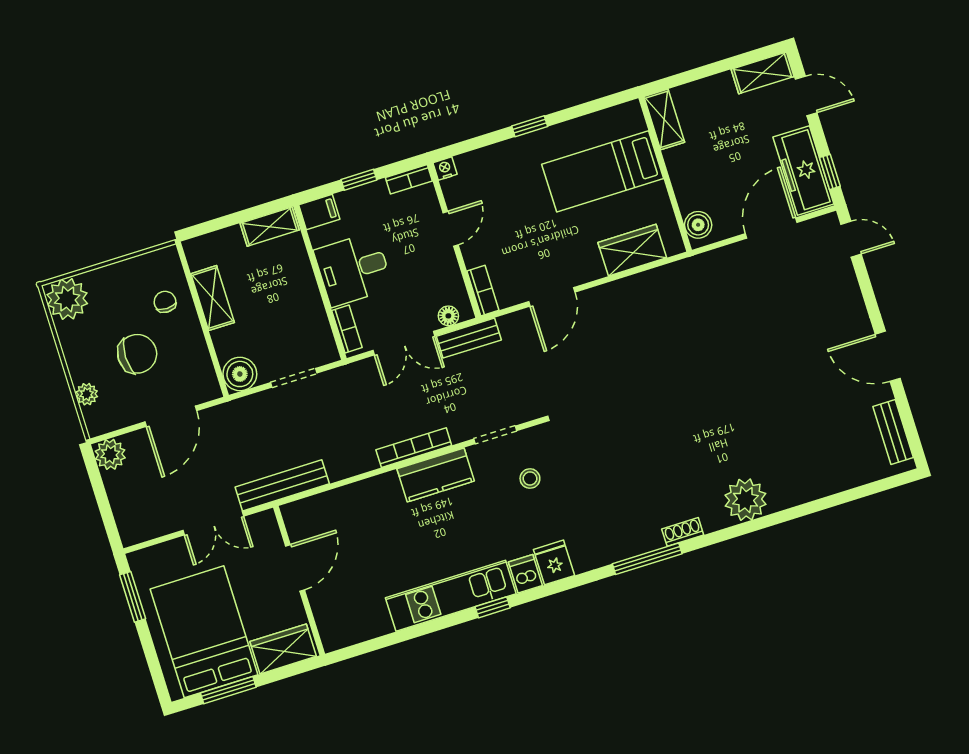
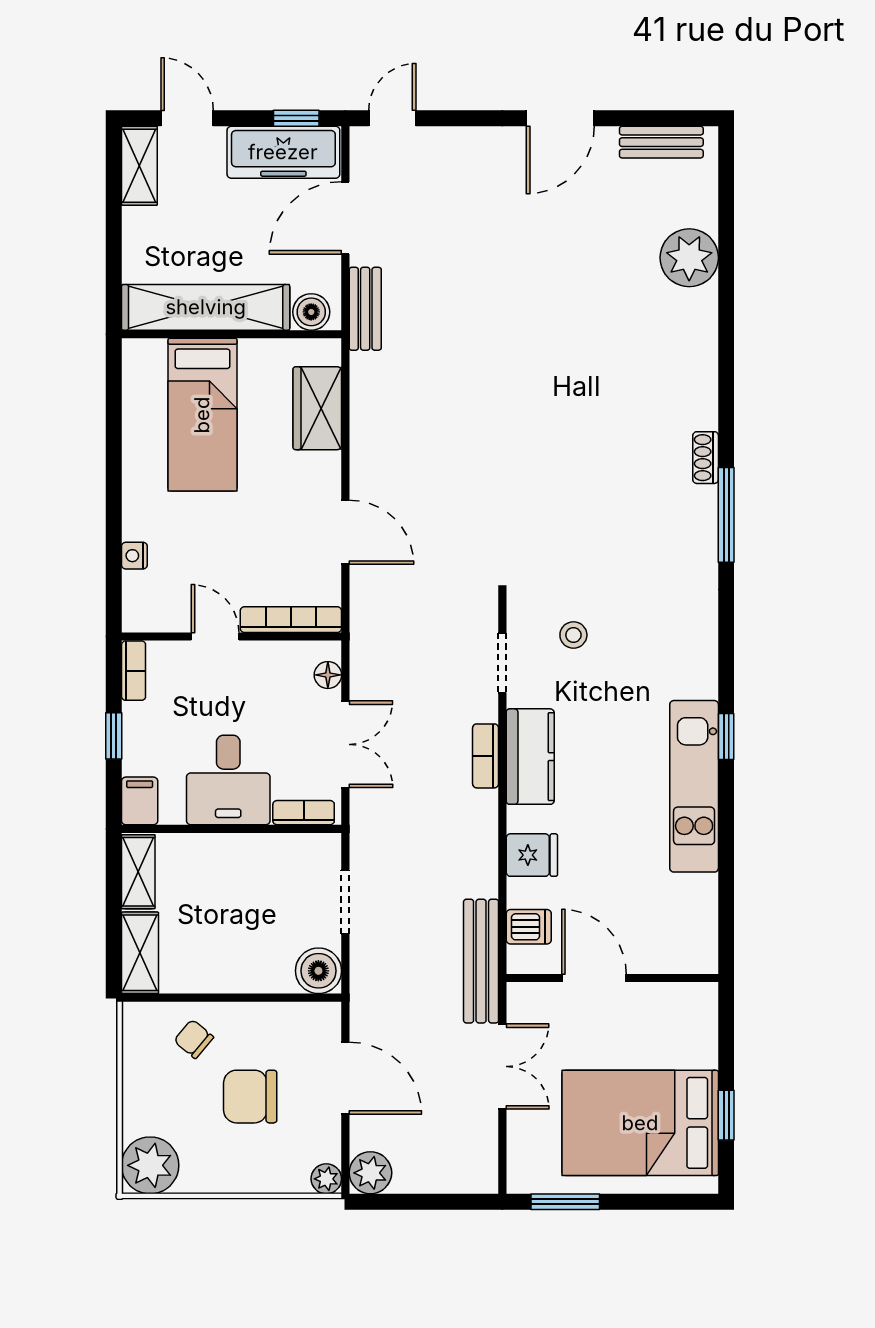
door: (806, 96) -> (187, 118), hinge flipped
shelving: (664, 119) -> (206, 307), width x2.20, depth x1.33
window: (530, 126) -> (114, 491), removed
nightstand: (445, 169) -> (134, 556), moved
door: (771, 228) -> (345, 218), hinge flipped
bookcase: (483, 291) -> (291, 620), width x1.56
shelving: (213, 298) -> (140, 953), moved, turned 90
chair: (165, 302) -> (194, 1039), turned 40
bench: (469, 338) -> (365, 309), moved
chair: (137, 354) -> (250, 1097), turned -90
plant: (87, 394) -> (326, 1179), moved
bookcase: (414, 448) -> (486, 756), width x0.64
plant: (745, 500) -> (689, 258), moved
fridge: (554, 562) -> (532, 855), moved, turned 180
dishwasher: (525, 574) -> (529, 927), moved, turned 180
wardrobe: (283, 649) -> (695, 1027), removed
window: (228, 690) -> (726, 1115), width x0.67

